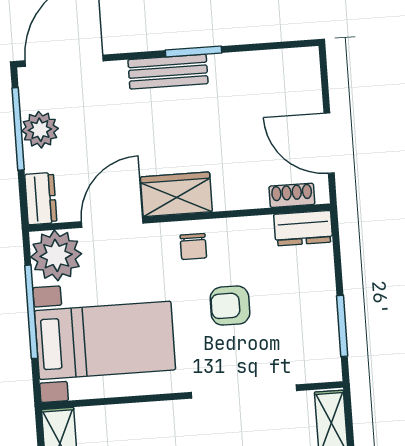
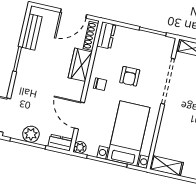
bench: (168, 72) -> (32, 32), moved
wardrobe: (176, 194) -> (80, 65), moved
shoe rack: (292, 195) -> (91, 36), width x1.43
plant: (56, 255) -> (80, 147), width x0.53, depth x0.53

